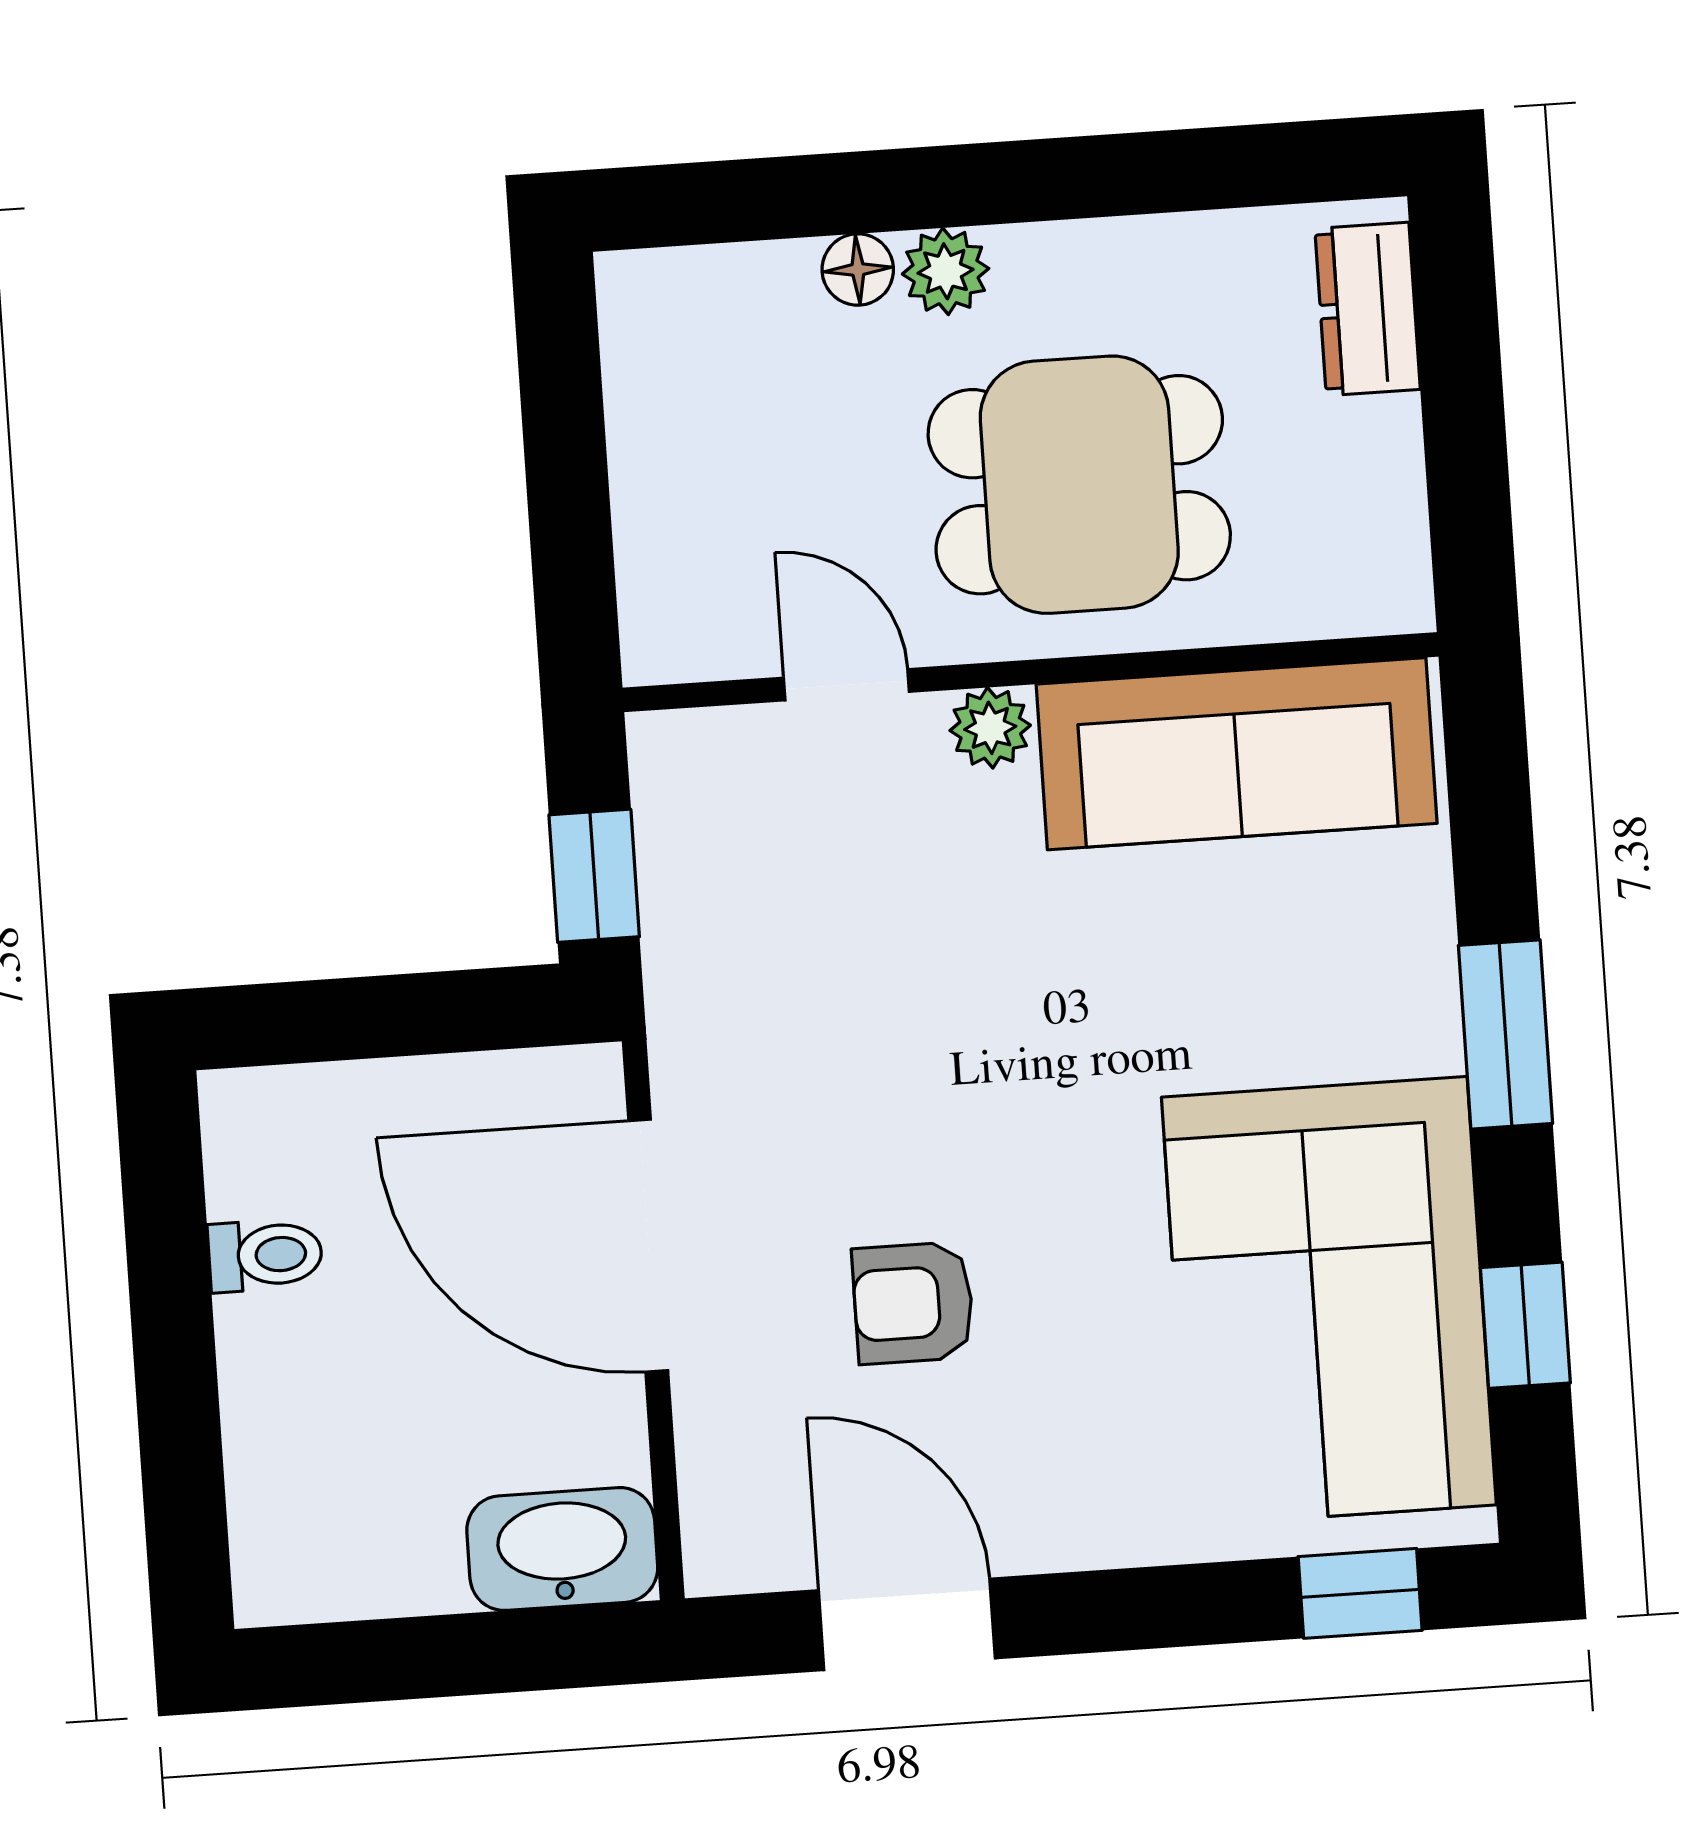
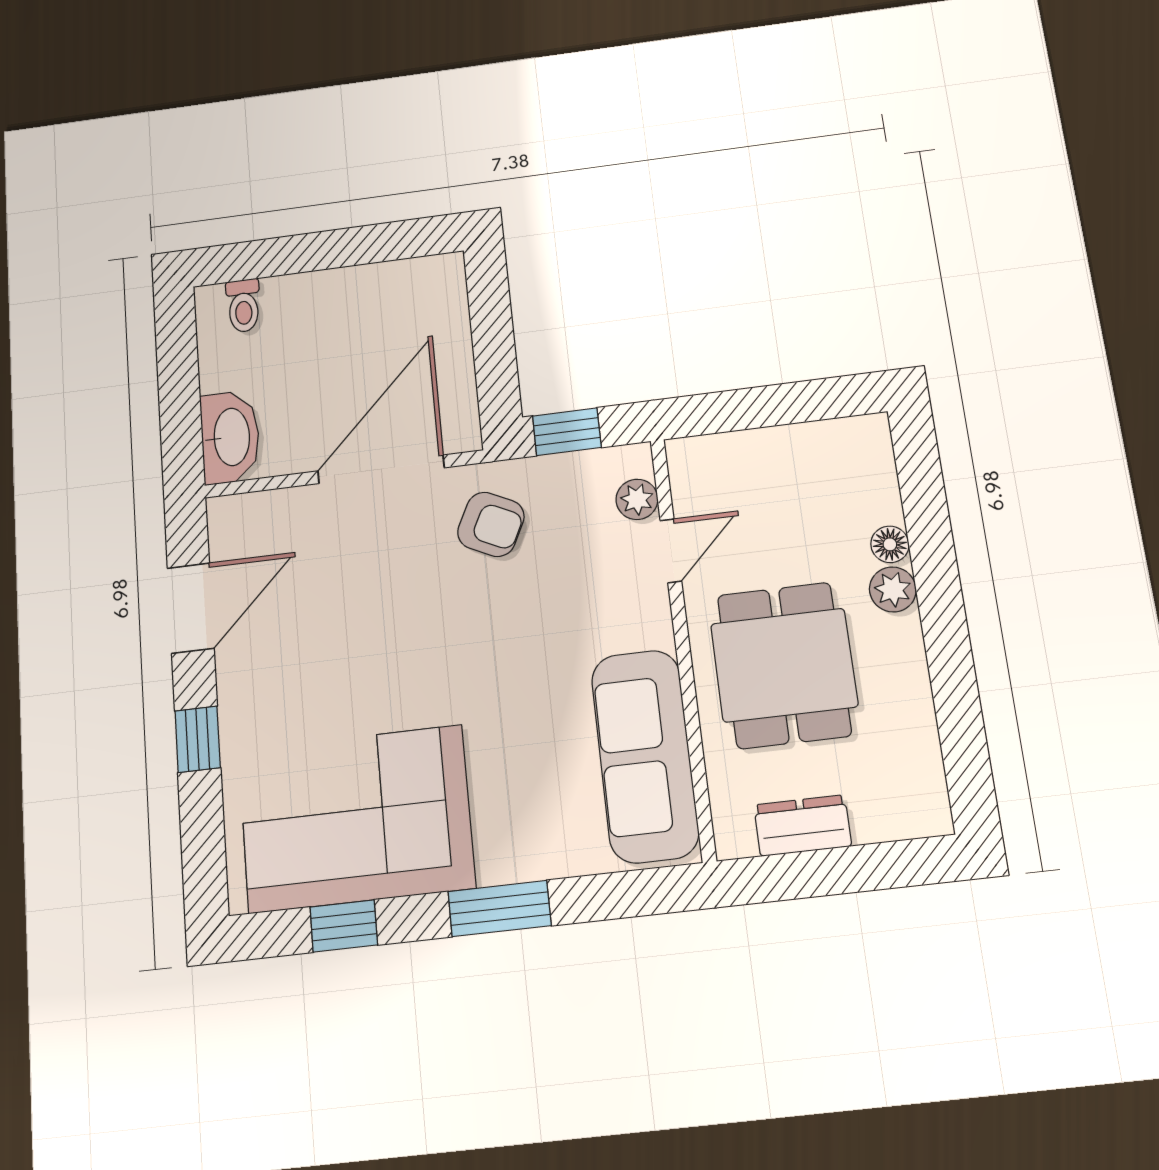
dresser: (1368, 309) -> (803, 825), moved
plant: (990, 728) -> (637, 499), moved
toilet: (265, 1255) -> (243, 306), moved
armchair: (913, 1303) -> (491, 524), moved, turned 116
window: (1360, 1593) -> (198, 739), moved

